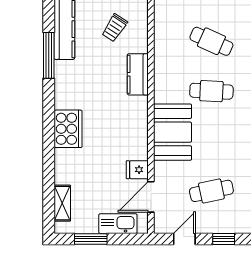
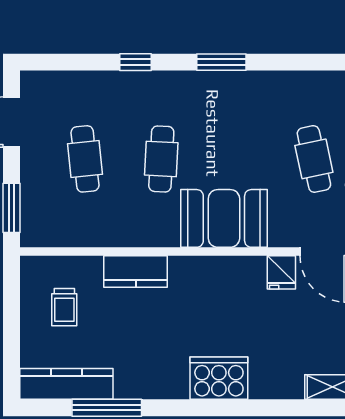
trolley: (115, 28) -> (64, 307), turned 57
cafe table: (211, 41) -> (85, 159), turned -30

